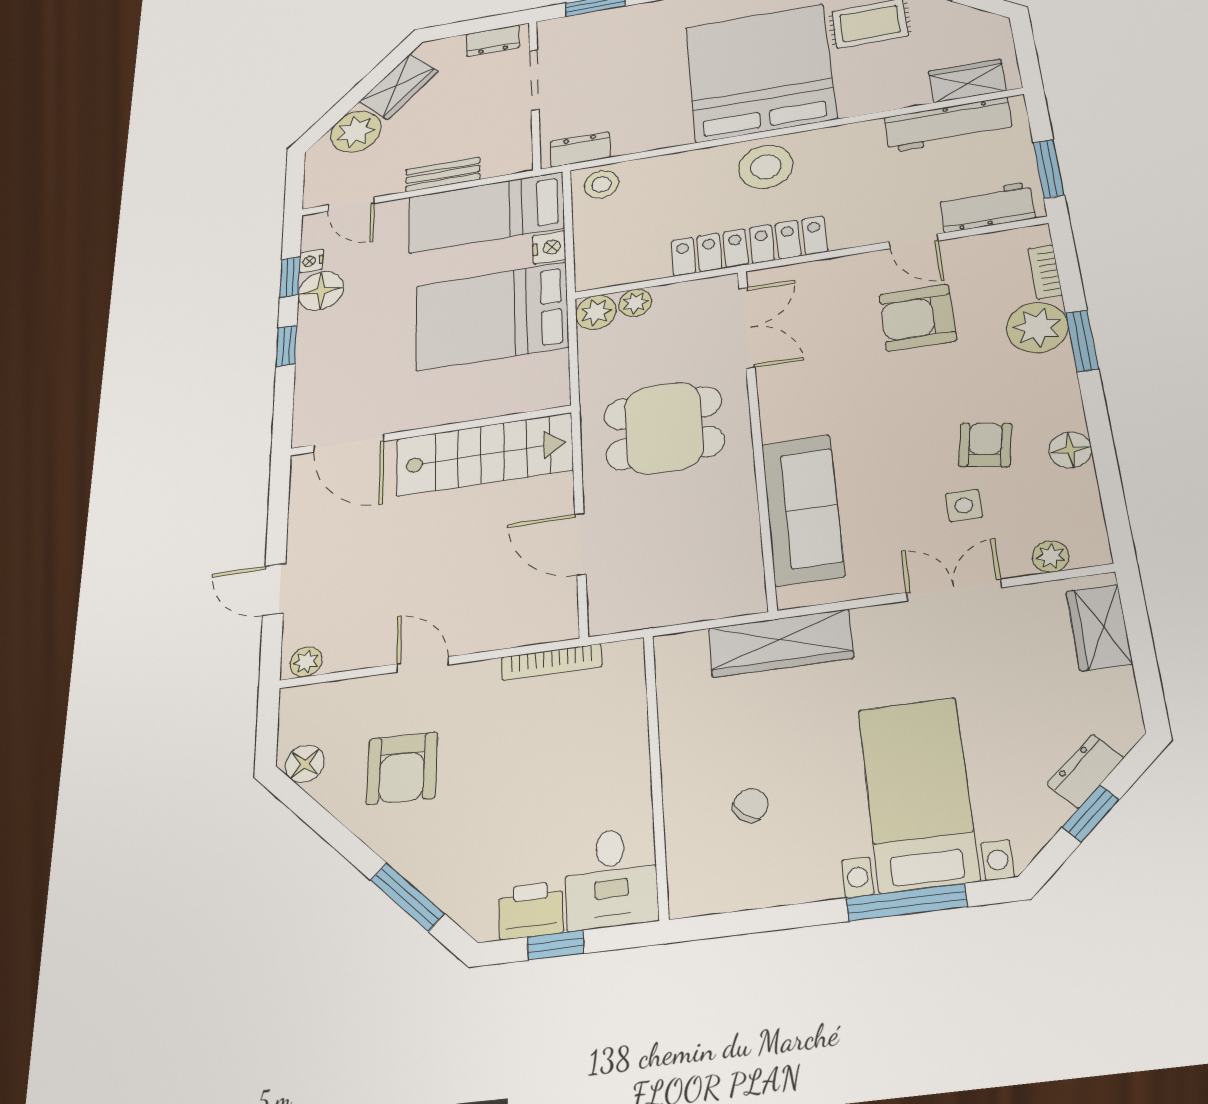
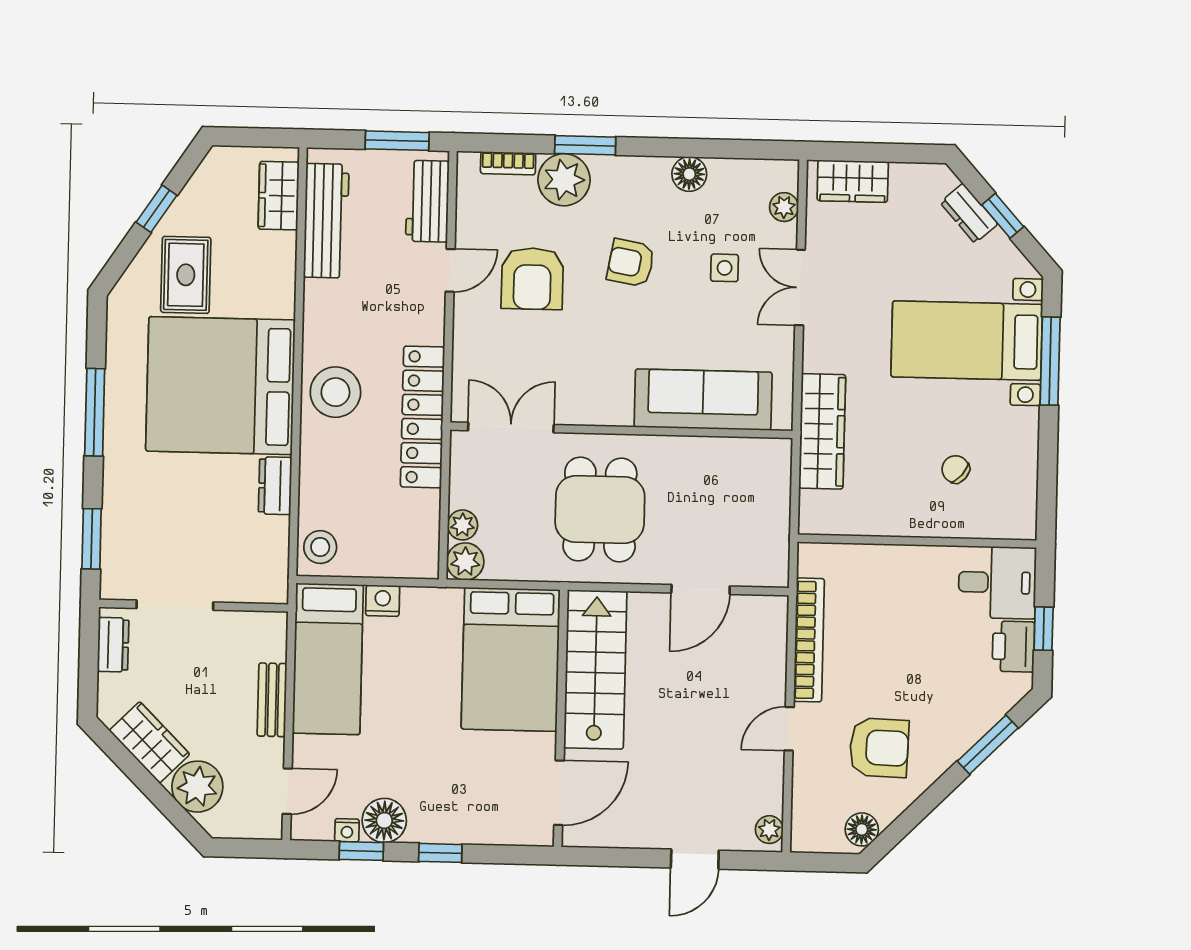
dresser: (580, 149) -> (275, 486), moved
bed: (492, 316) -> (511, 659), moved
armchair: (985, 445) -> (631, 263), moved
bookcase: (551, 662) -> (809, 640), width x1.48, depth x1.31

